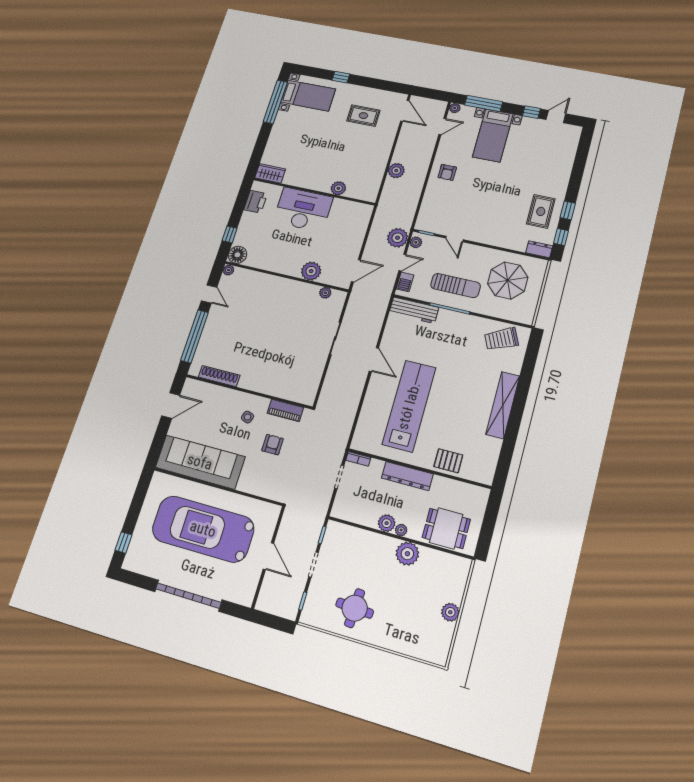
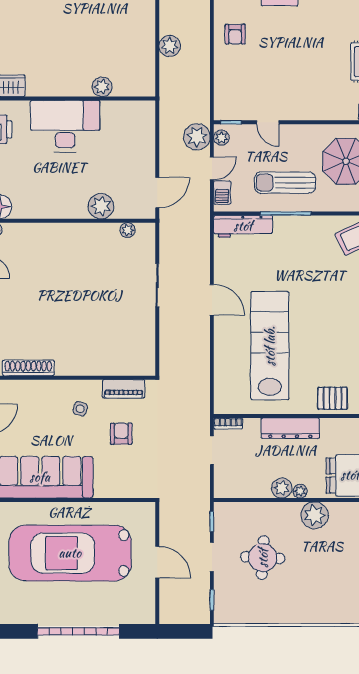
sun lounger: (455, 285) -> (285, 183), turned 180
round table: (355, 608) -> (263, 558), moved

